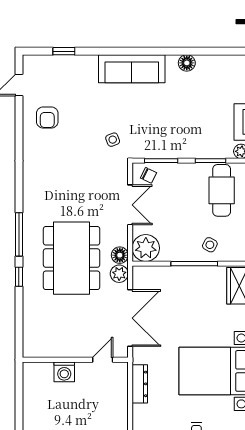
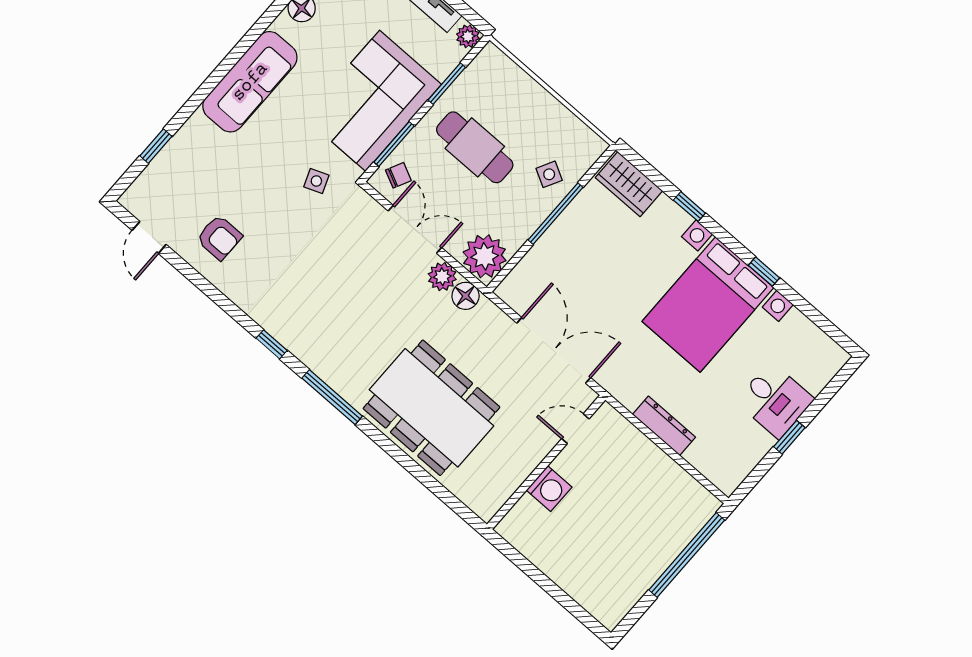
corner sofa: (173, 133) -> (373, 101), added
cafe table: (222, 190) -> (475, 147), moved
dining table: (72, 258) -> (431, 408), moved
plant: (119, 274) -> (442, 277), moved
window: (19, 277) -> (272, 344), moved
door: (103, 360) -> (575, 429), hinge flipped
dresser: (140, 384) -> (664, 426), moved

